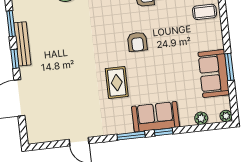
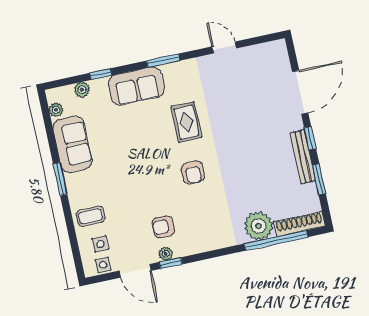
armchair: (137, 42) -> (193, 172), moved, turned 180
window: (229, 67) -> (60, 179), moved
plant: (226, 116) -> (56, 110), moved
window: (164, 132) -> (101, 74), moved

